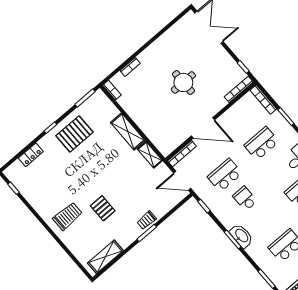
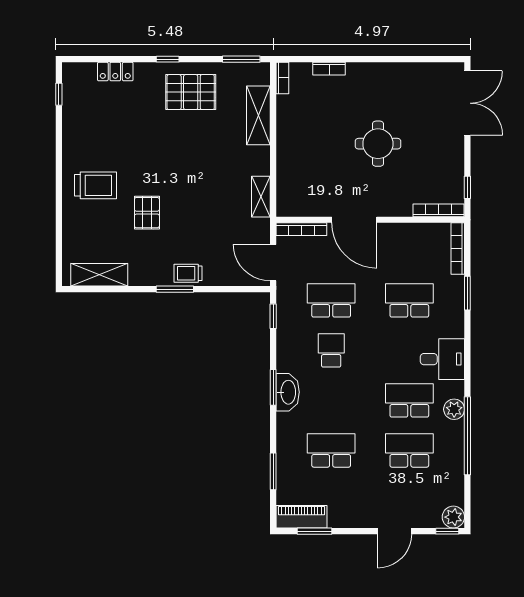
shelving: (128, 132) -> (258, 115), moved

